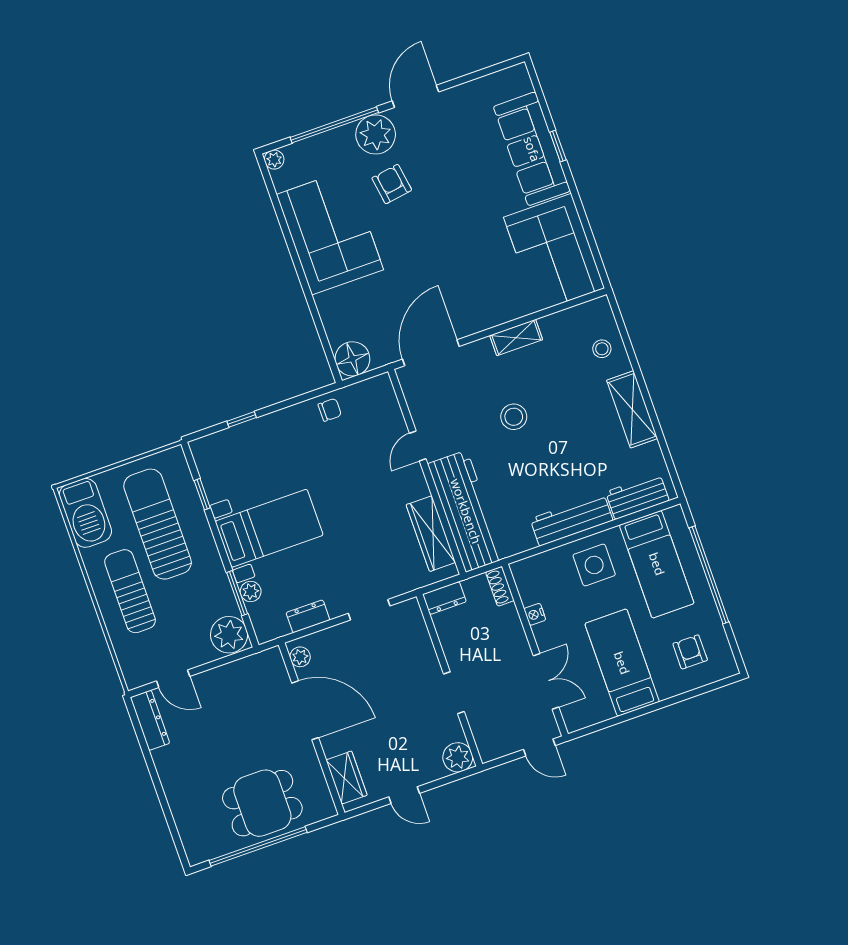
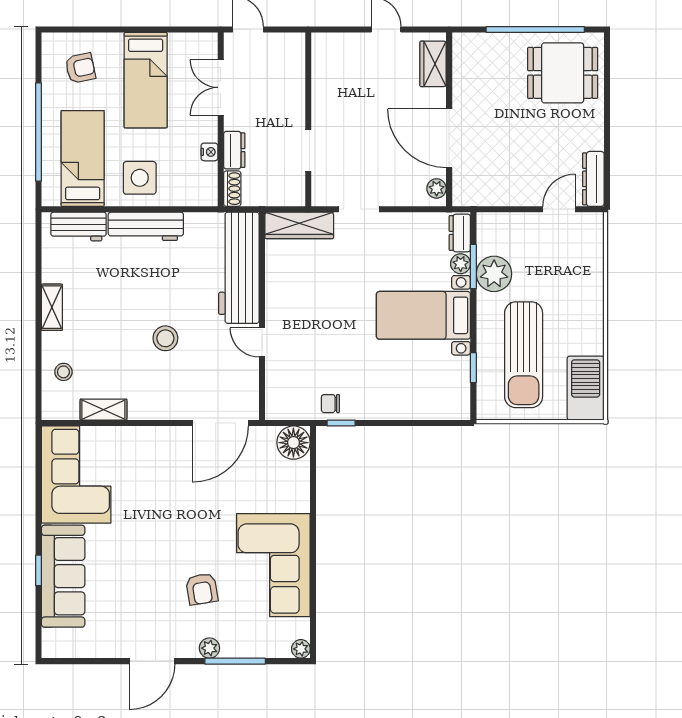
window: (334, 125) -> (235, 661), width x0.68
plant: (376, 134) -> (209, 648), width x0.53, depth x0.53
shelving: (516, 338) -> (103, 410), moved
shelving: (632, 409) -> (52, 307), width x0.67, depth x0.75
window: (242, 419) -> (341, 423), moved
door: (418, 446) -> (262, 342), swing flipped
wardrobe: (431, 534) -> (299, 225), moved, turned 90
sun lounger: (130, 591) -> (570, 303), removed
dresser: (444, 598) -> (234, 150), moved, turned 90
dresser: (308, 616) -> (460, 233), moved, turned 90
plant: (229, 635) -> (494, 274), moved
armchair: (690, 652) -> (80, 68), turned -102
door: (173, 679) -> (559, 209), hinge flipped
doorway: (454, 693) -> (308, 150), moved
plant: (458, 757) -> (325, 47), removed
dining table: (262, 803) -> (563, 73), moved

